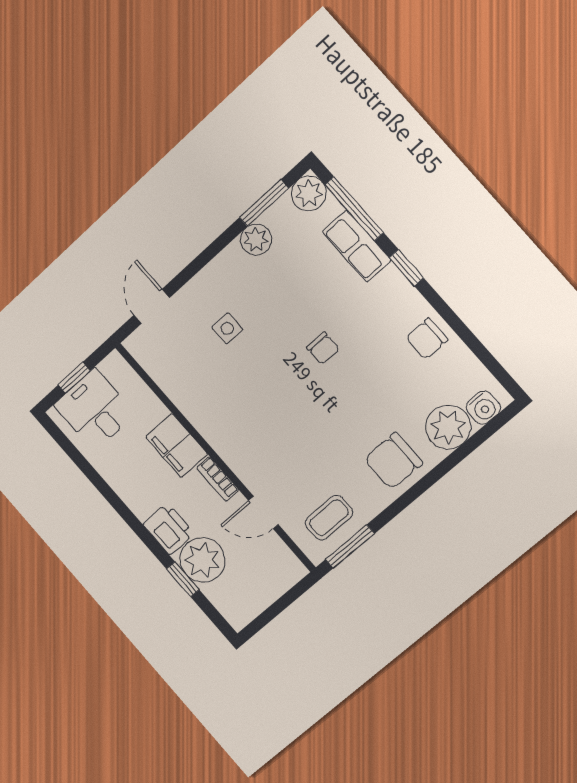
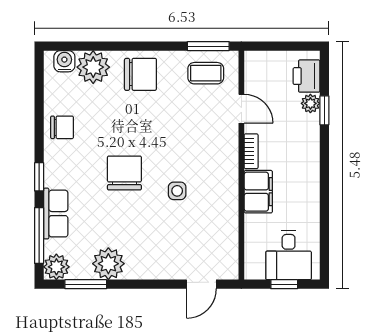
plant: (256, 240) -> (108, 264), width x1.36, depth x1.36
side table: (227, 328) -> (177, 191), moved
chair: (323, 348) -> (124, 173), width x1.87, depth x1.87
printer: (168, 529) -> (307, 76), moved
plant: (203, 560) -> (310, 103), width x0.53, depth x0.53

